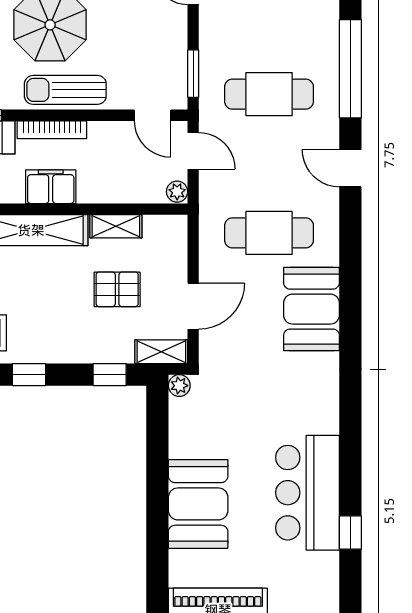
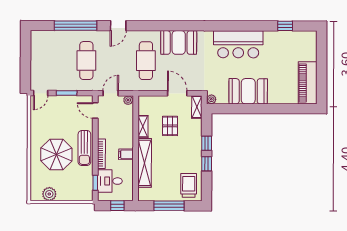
window: (193, 74) -> (67, 93), moved
door: (153, 115) -> (95, 111), swing flipped
filing cabinet: (51, 187) -> (126, 154), width x0.50
window: (110, 375) -> (207, 143), moved
bar counter: (308, 493) -> (238, 44), moved
booth: (198, 504) -> (248, 91), moved
window: (350, 533) -> (285, 26), moved

